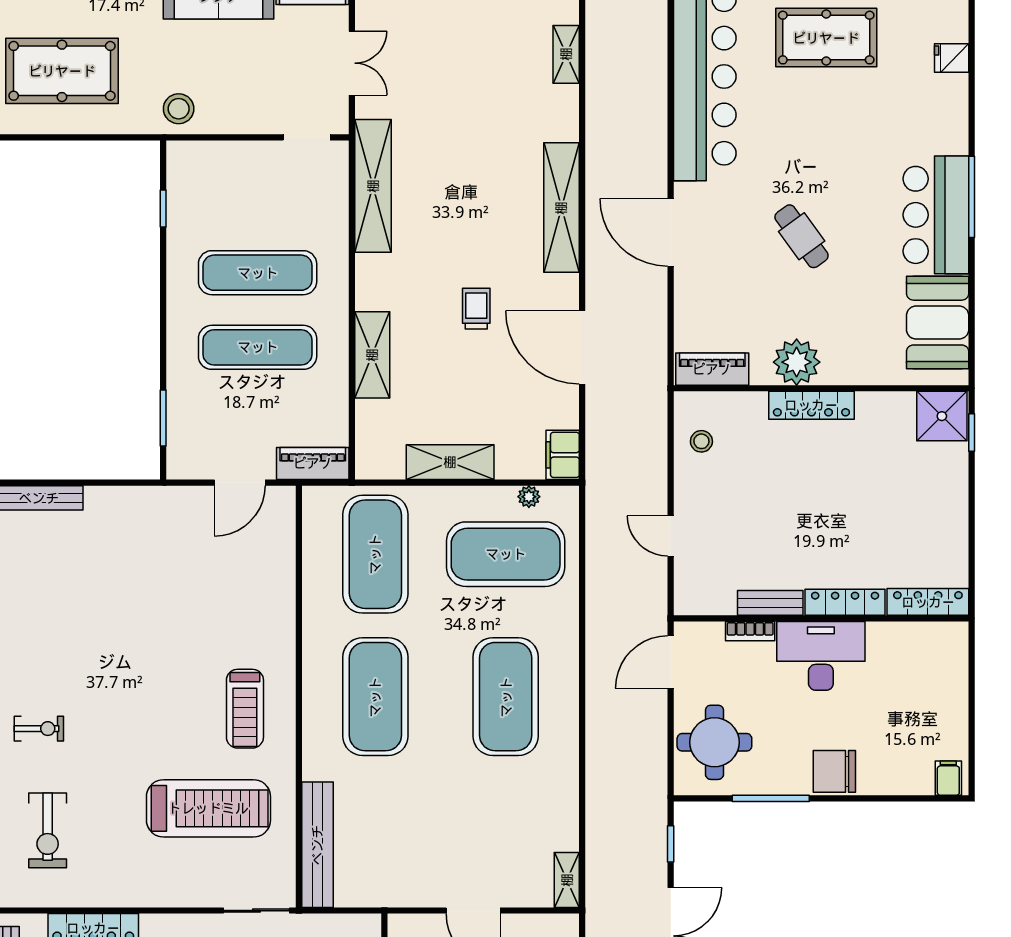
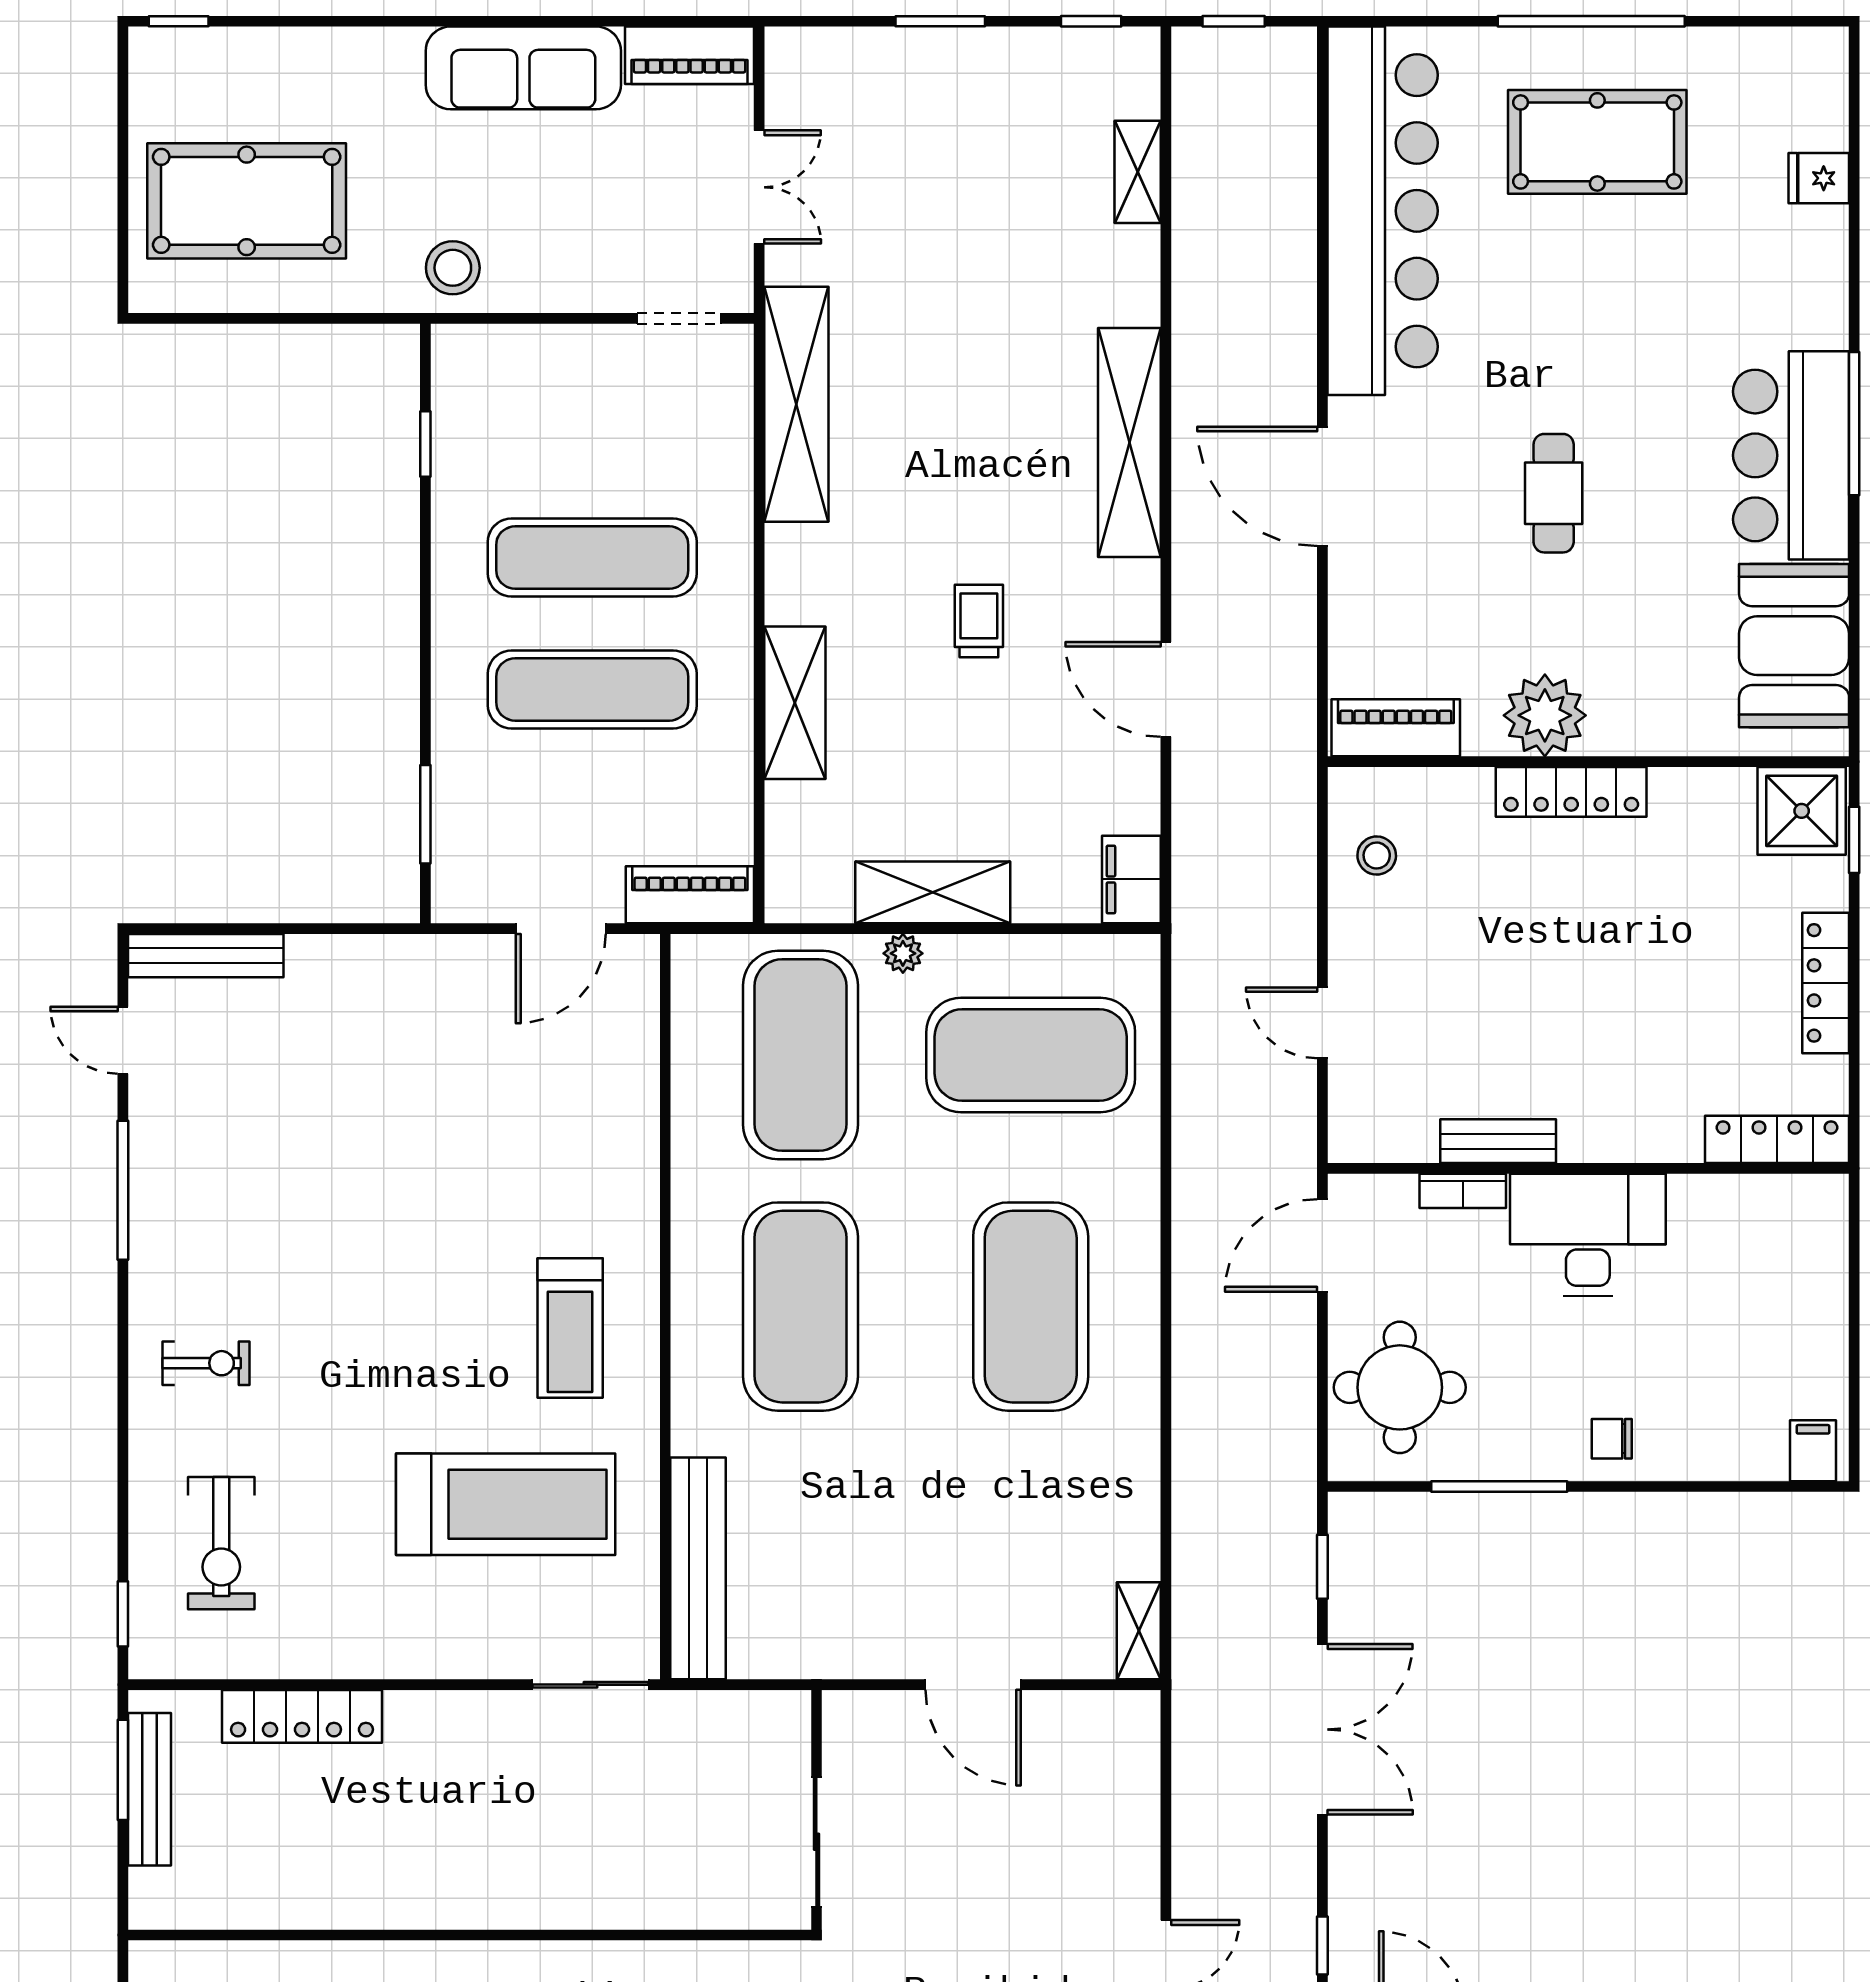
cafe table: (802, 236) -> (1554, 493), turned 36
door: (582, 347) -> (1166, 689), width x0.73
plant: (529, 497) -> (903, 953), moved
locker: (845, 602) -> (1826, 983), moved, turned -90
chair: (834, 771) -> (1612, 1439), width x0.54, depth x0.54

